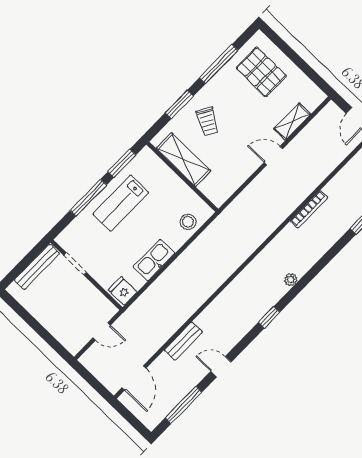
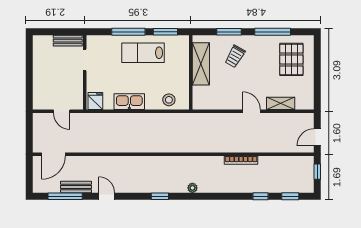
bench: (37, 267) -> (68, 41), width x0.73
bench: (183, 341) -> (76, 187), moved

